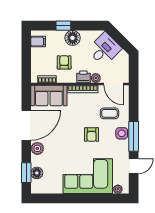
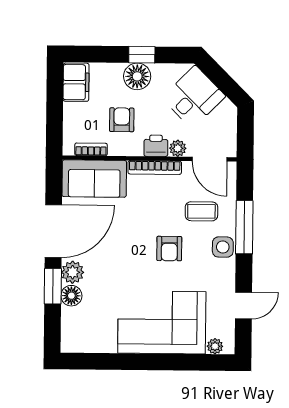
window: (63, 26) -> (142, 55), moved
filing cabinet: (38, 42) -> (76, 82), width x2.00
window: (134, 136) -> (244, 227), moved
window: (26, 173) -> (53, 286), moved
floor lamp: (37, 173) -> (71, 296), moved

